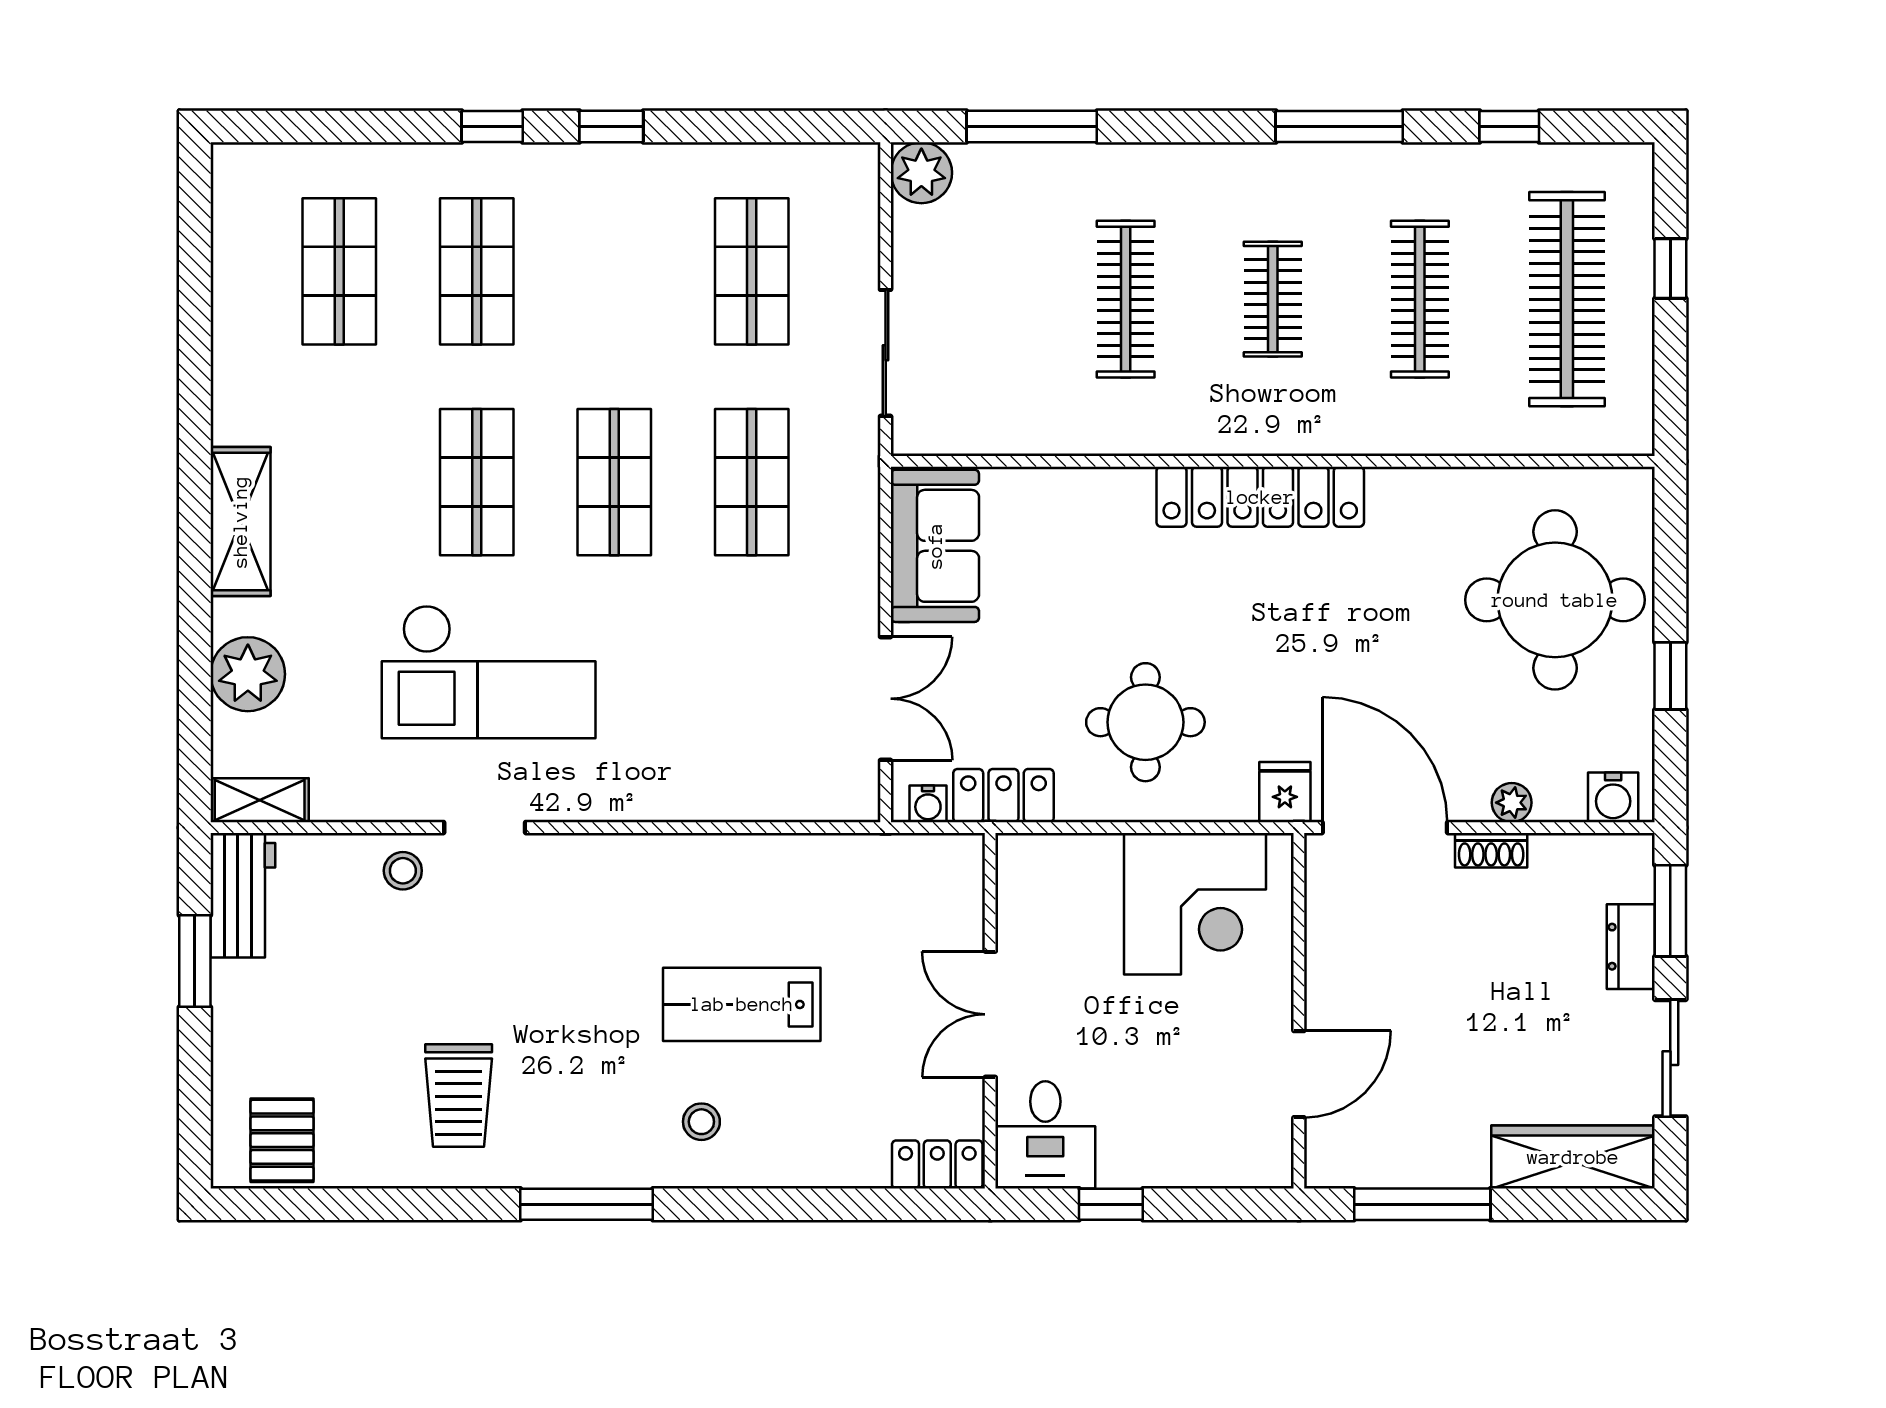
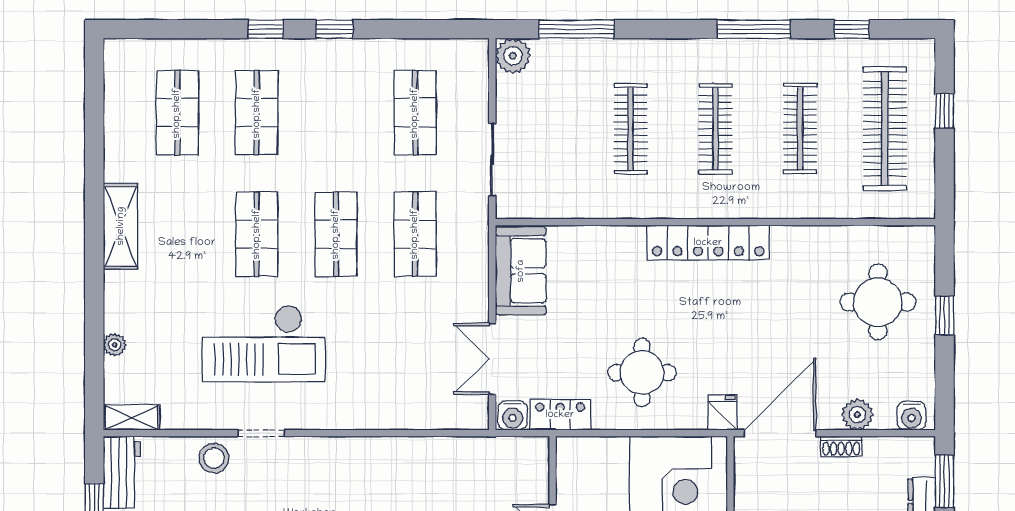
clothes rail: (1273, 299) -> (715, 129), width x1.36
shelving: (240, 522) -> (121, 226), moved
round table: (1555, 600) -> (878, 302), width x0.73, depth x0.73
plant: (248, 674) -> (115, 345), width x0.53, depth x0.53
window: (1670, 676) -> (944, 316), moved
double door: (886, 699) -> (492, 359), swing flipped
plant: (1512, 803) -> (857, 415), width x1.38, depth x1.38
water cooler: (928, 804) -> (513, 416), width x1.38, depth x1.38
door: (1385, 828) -> (780, 433), hinge flipped
stool: (403, 871) -> (214, 458), width x1.37, depth x1.37

